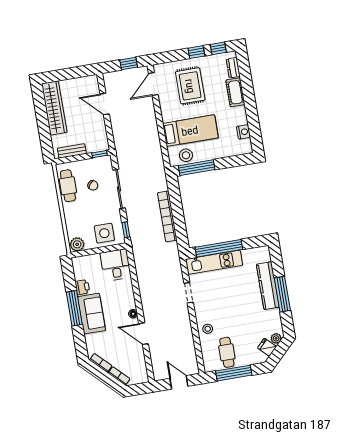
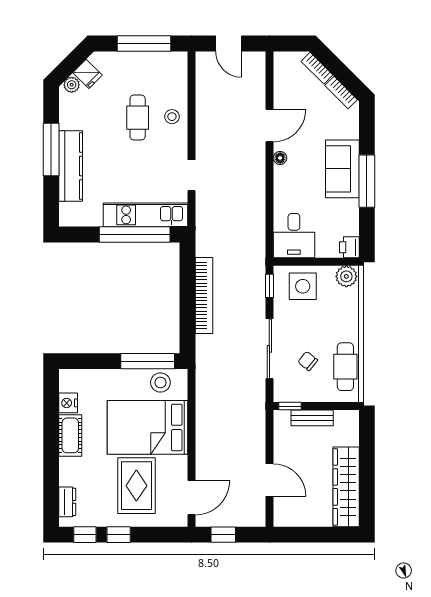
cot: (235, 92) -> (70, 435), moved
bed: (190, 131) -> (148, 427), width x1.50
bench: (72, 151) -> (312, 418), moved
printer: (82, 287) -> (349, 247), moved
door: (144, 334) -> (269, 126), hinge flipped
cafe table: (227, 352) -> (138, 118), moved

